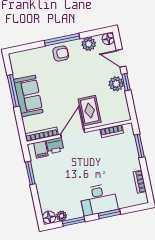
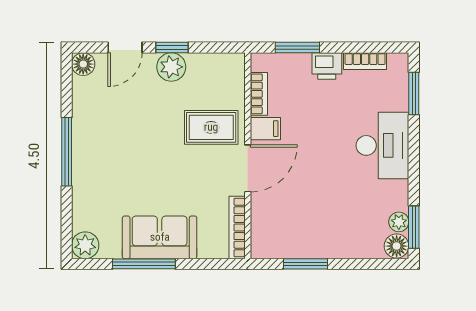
plant: (89, 44) -> (85, 245), moved
armchair: (61, 54) -> (92, 160), removed
door: (73, 133) -> (248, 168), swing flipped
printer: (55, 146) -> (327, 66), moved, turned 90
filing cabinet: (41, 149) -> (265, 129), moved
window: (109, 214) -> (414, 93), moved
window: (74, 221) -> (414, 227), moved

